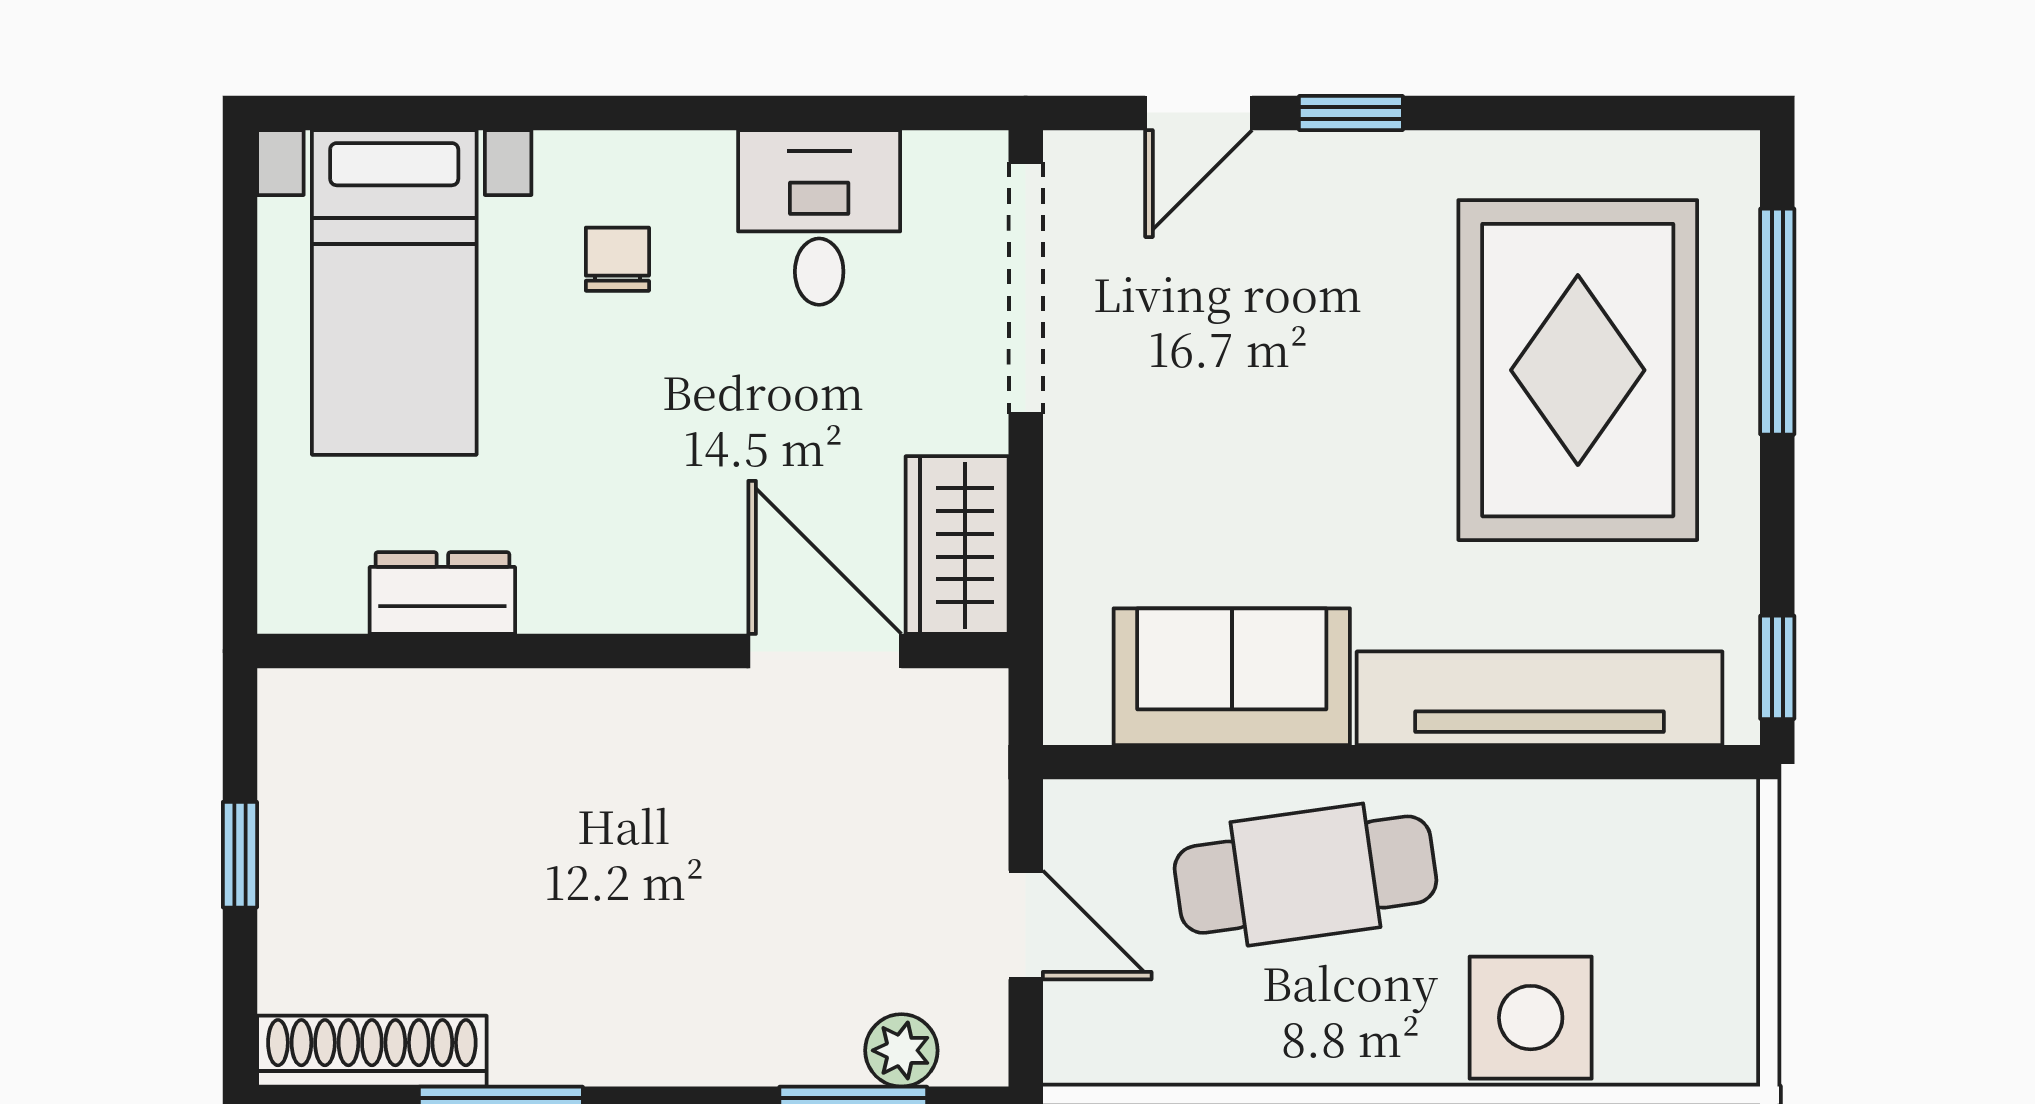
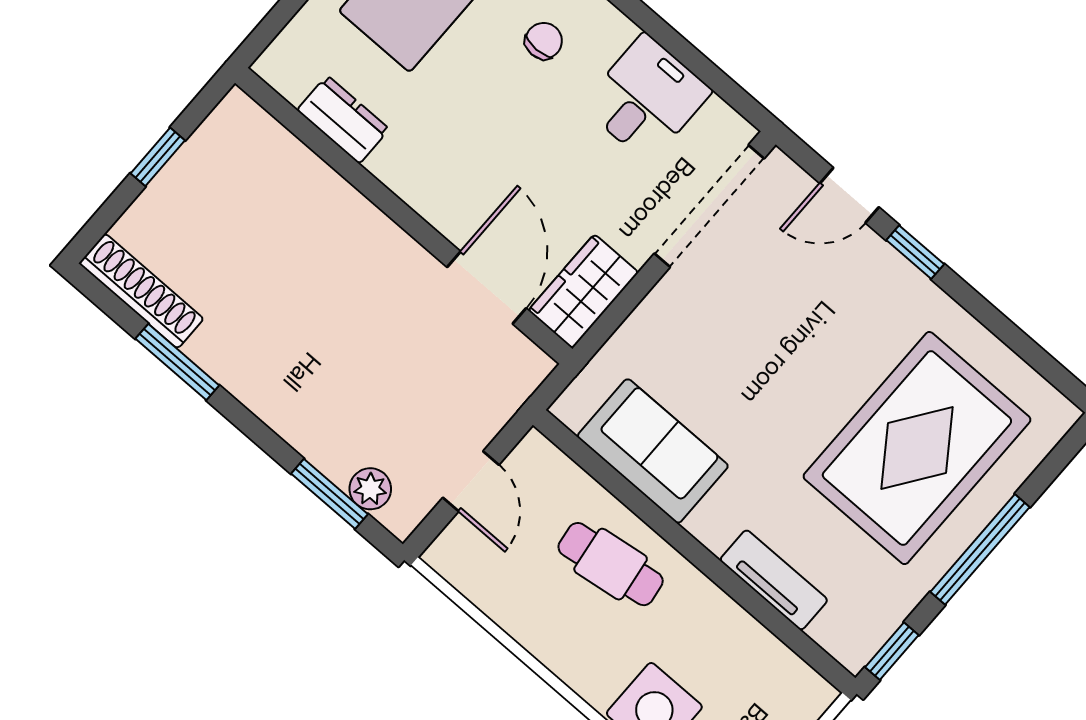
window: (1777, 322) -> (980, 549), moved
tv unit: (1540, 698) -> (774, 580), width x0.52, depth x0.78
cafe table: (1305, 875) -> (611, 564), width x0.73, depth x0.74

